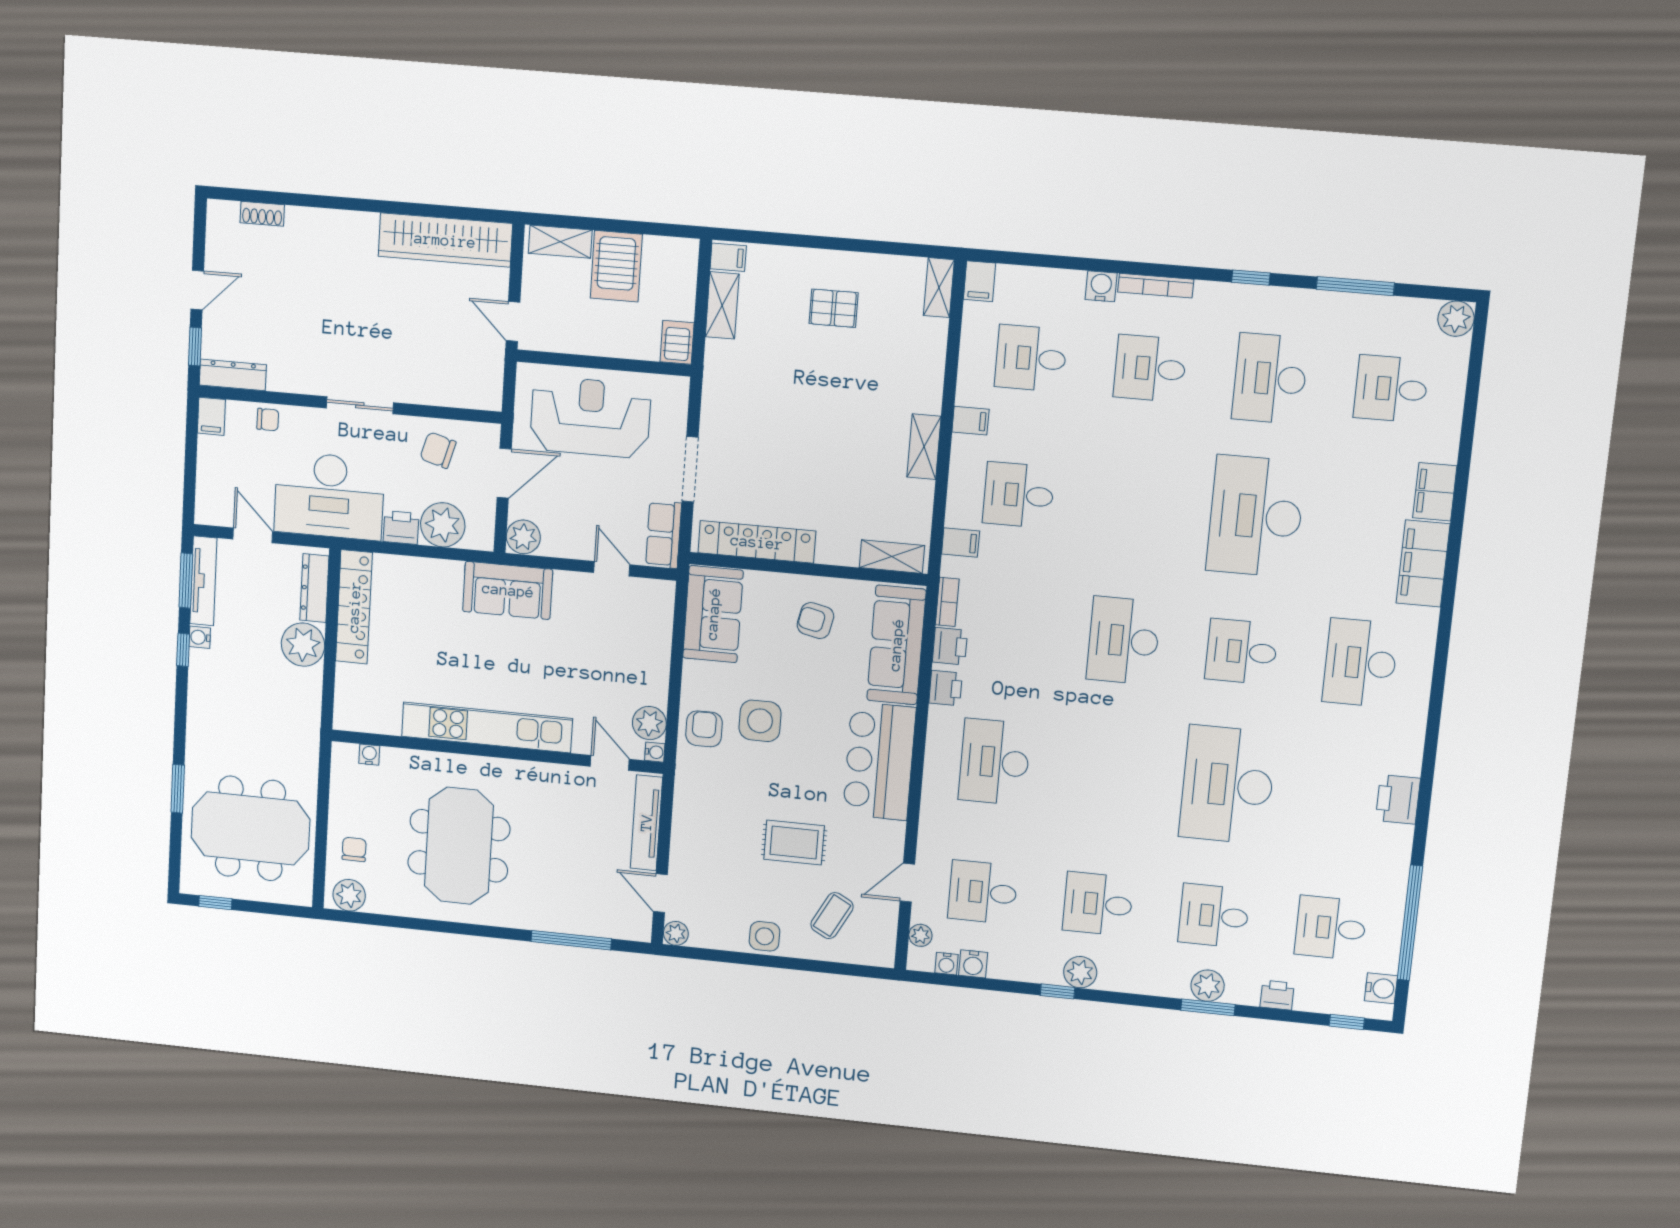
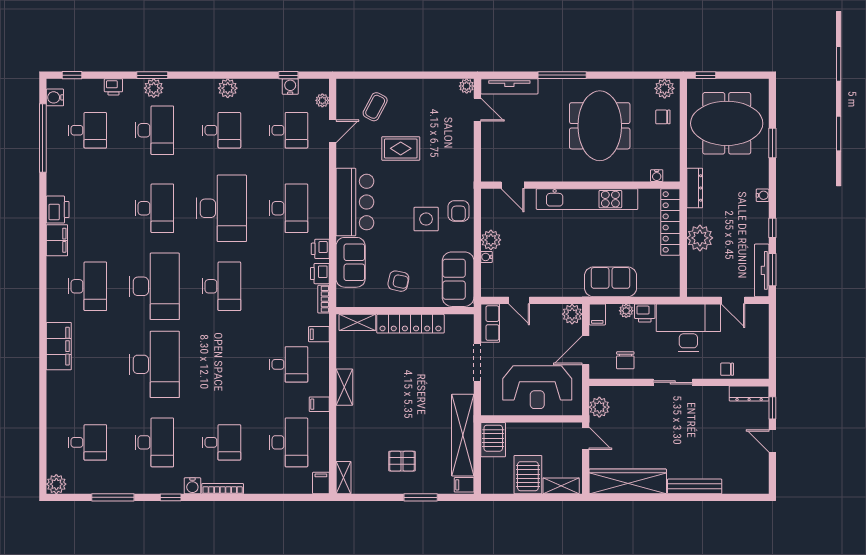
shoe rack: (262, 214) -> (736, 488), removed
bench: (332, 222) -> (695, 486), added
window: (806, 241) -> (421, 497), added
water cooler: (1101, 286) -> (192, 486), moved
door: (197, 290) -> (772, 441), hinge flipped
shelving: (722, 305) -> (463, 435), width x2.20, depth x1.33
server rack: (677, 342) -> (493, 440), width x1.36, depth x1.44
desk: (1031, 358) -> (288, 442), width x1.37
plant: (487, 373) -> (599, 407), added
filing cabinet: (211, 416) -> (597, 314), moved, turned 180
chair: (438, 450) -> (625, 360), turned 74
filing cabinet: (1435, 492) -> (57, 240), moved
plant: (443, 525) -> (626, 311), width x0.53, depth x0.53
locker: (757, 542) -> (410, 324), moved
dresser: (314, 588) -> (695, 188), moved
sofa: (508, 590) -> (611, 282), moved
locker: (354, 607) -> (670, 222), moved
water cooler: (200, 637) -> (763, 195), moved
sofa: (896, 645) -> (351, 262), width x0.73
desk: (1242, 652) -> (154, 286), width x1.87, depth x1.30
plant: (649, 723) -> (491, 240), moved
water cooler: (655, 752) -> (487, 257), moved
desk: (1111, 773) -> (221, 208), added
desk: (1228, 785) -> (154, 208), width x0.73, depth x0.77
tv unit: (646, 823) -> (509, 86), moved, turned 90
chair: (354, 849) -> (663, 117), turned 90
window: (215, 903) -> (706, 75), moved
desk: (1214, 916) -> (154, 130), width x1.37
side table: (765, 936) -> (414, 90), removed
window: (571, 940) -> (562, 75), moved
water cooler: (946, 964) -> (306, 85), removed
window: (1057, 991) -> (288, 75), moved

